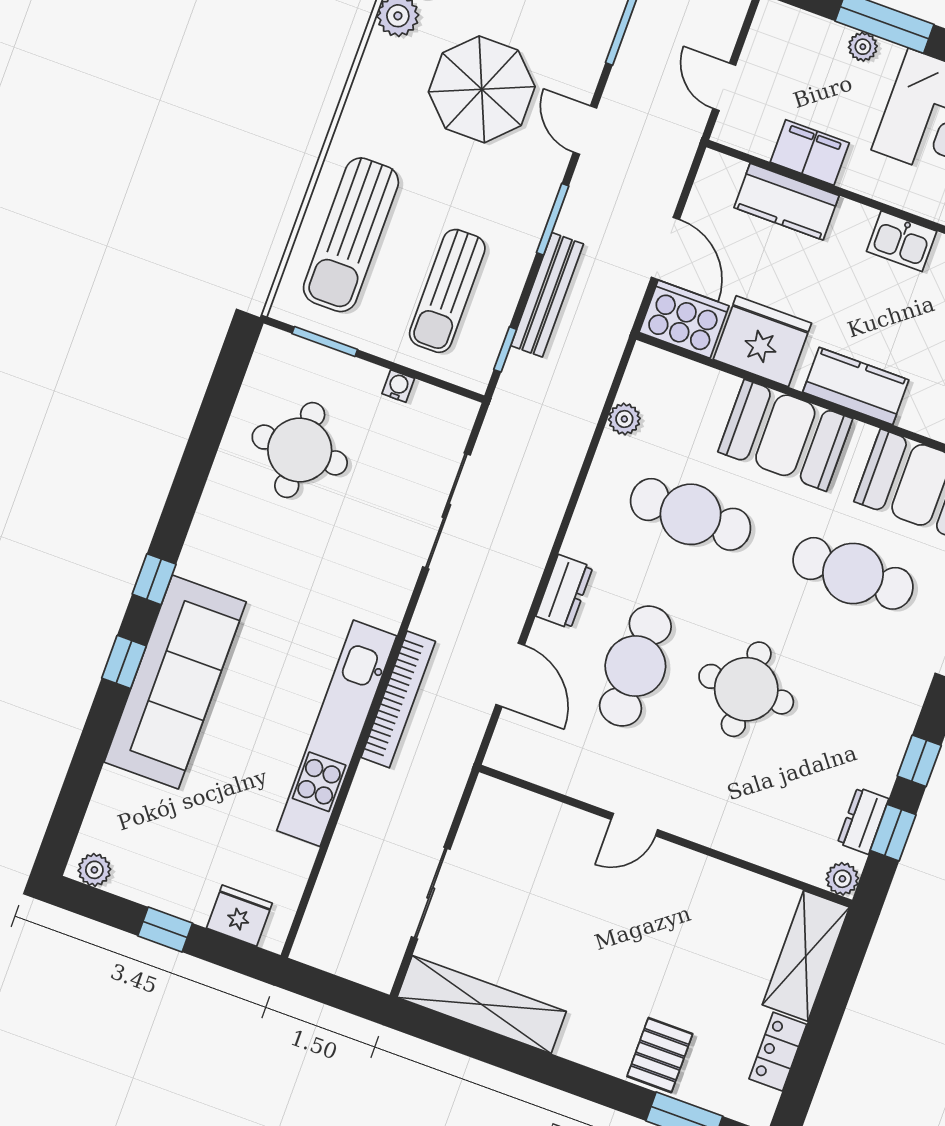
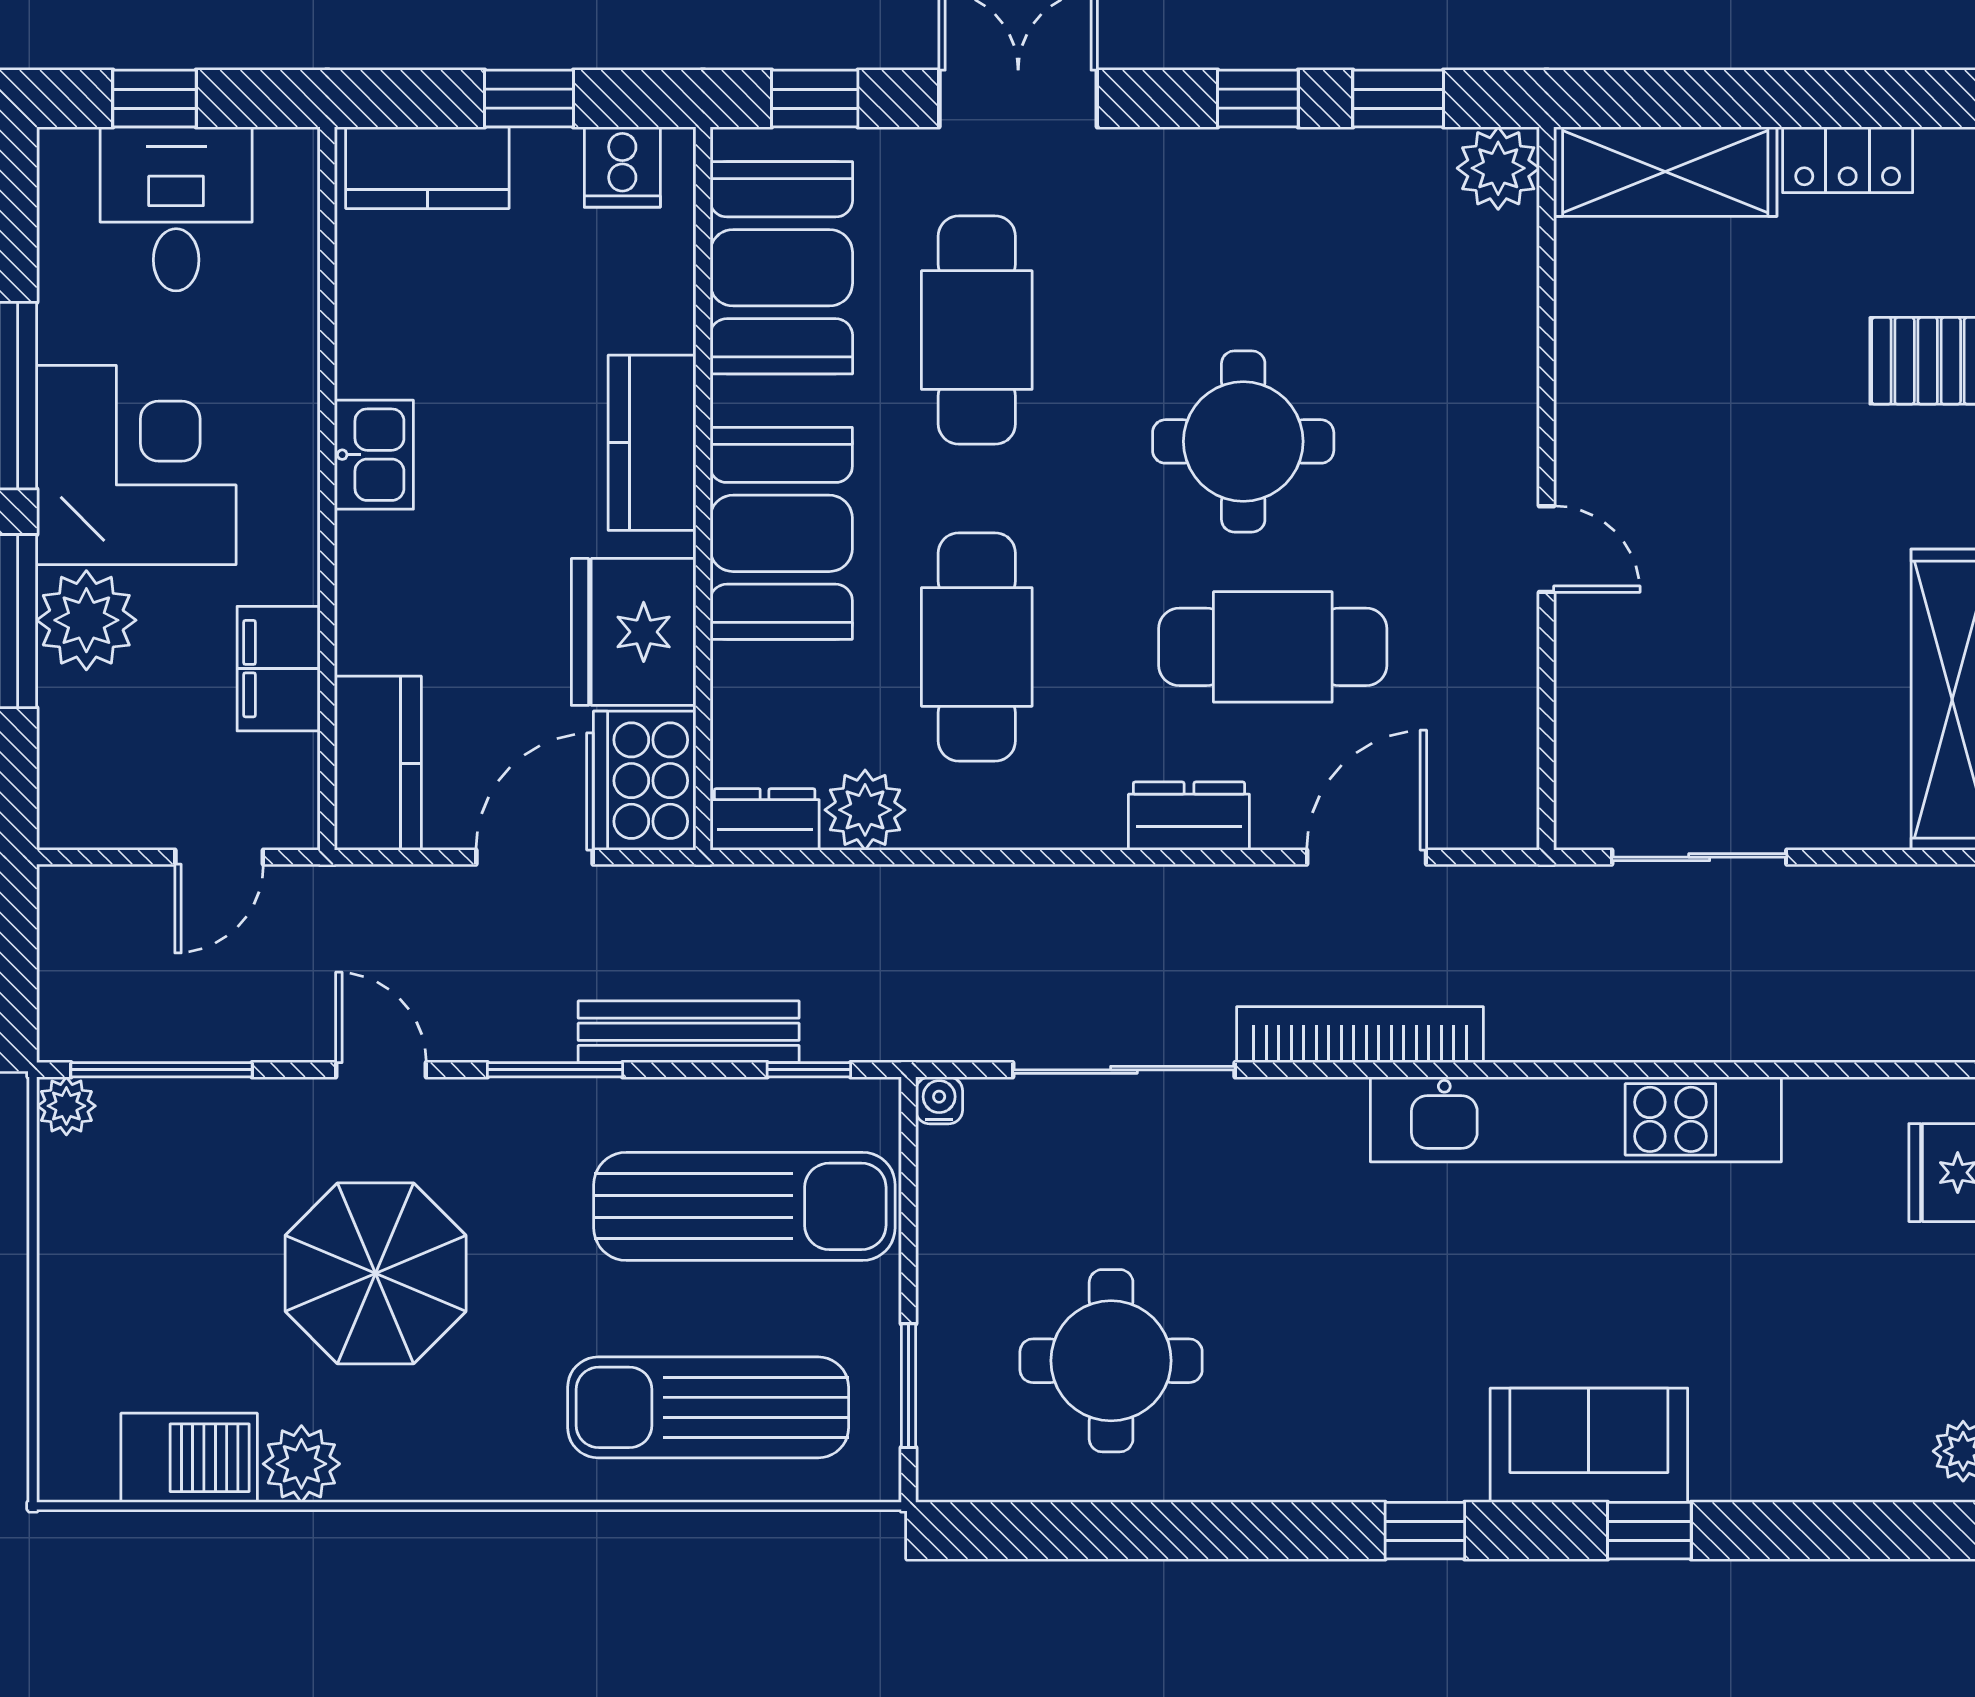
plant: (863, 47) -> (86, 620), width x1.88, depth x1.88
door: (585, 130) -> (381, 1070), swing flipped
kitchen counter: (787, 202) -> (378, 763), moved
sun lounger: (351, 235) -> (708, 1407), turned 180
sun lounger: (447, 291) -> (744, 1206), width x1.36, depth x1.34
water cooler: (398, 386) -> (939, 1100), moved, turned 90
plant: (624, 419) -> (865, 810), width x1.38, depth x1.38
window: (124, 662) -> (1649, 1531), moved
sofa: (175, 682) -> (1589, 1445), width x0.54, depth x0.79
bookcase: (398, 699) -> (1360, 1035), moved
dresser: (863, 821) -> (765, 819), moved, turned 180
plant: (842, 879) -> (1498, 168), width x1.38, depth x1.38
sliding door: (431, 893) -> (1699, 857), moved

